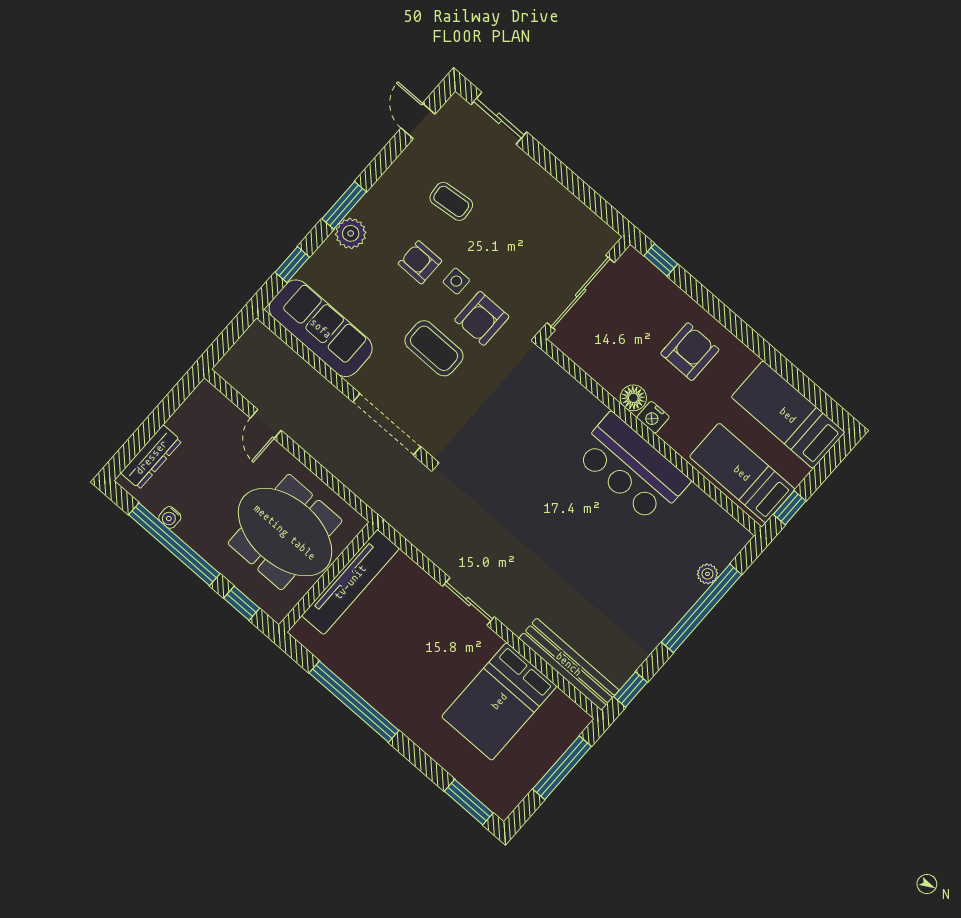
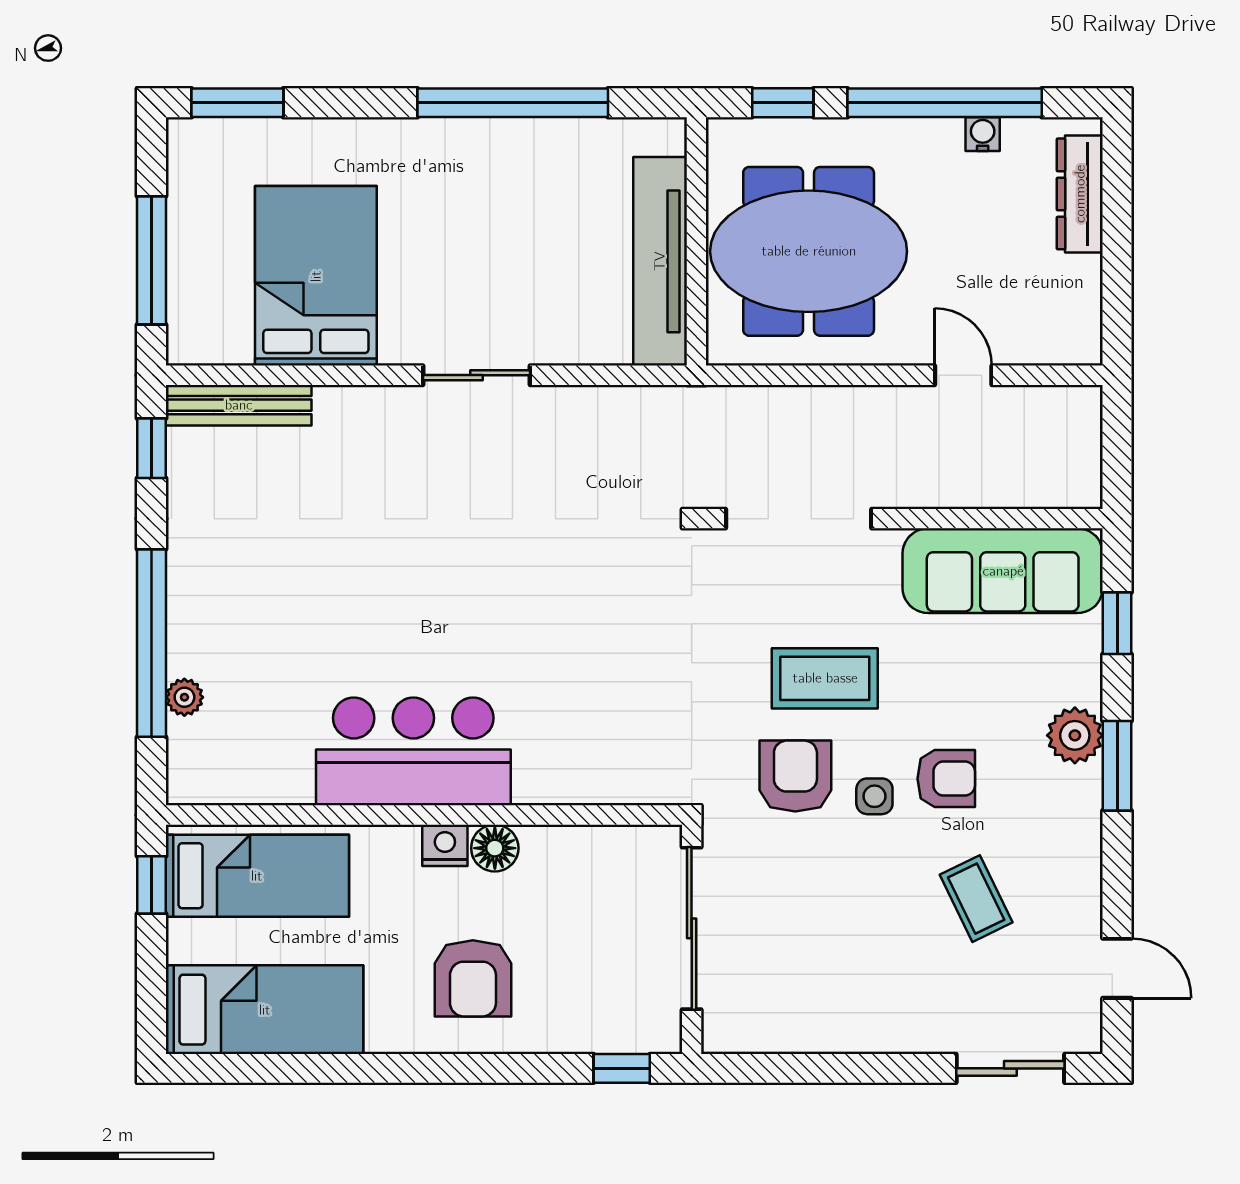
coffee table: (451, 201) -> (976, 899), turned 70
bench: (569, 664) -> (239, 405), width x0.73, depth x0.82

